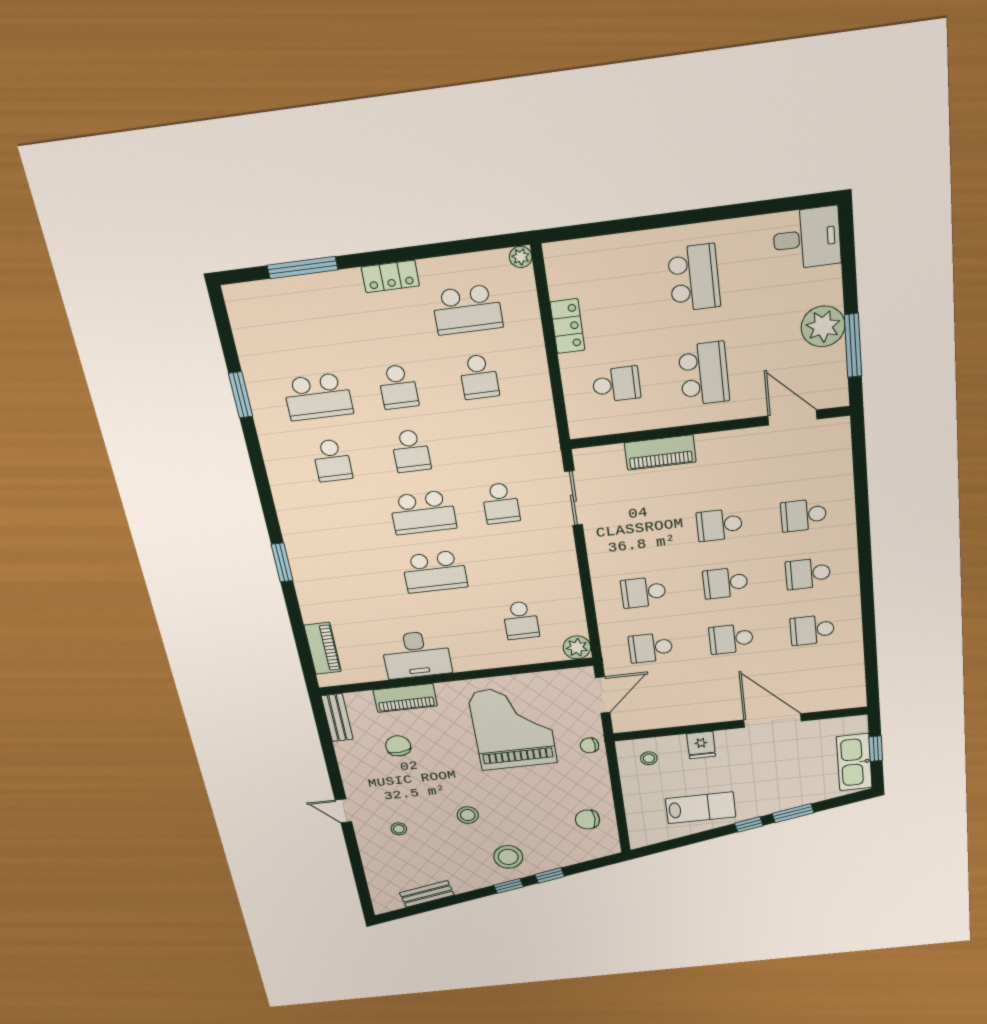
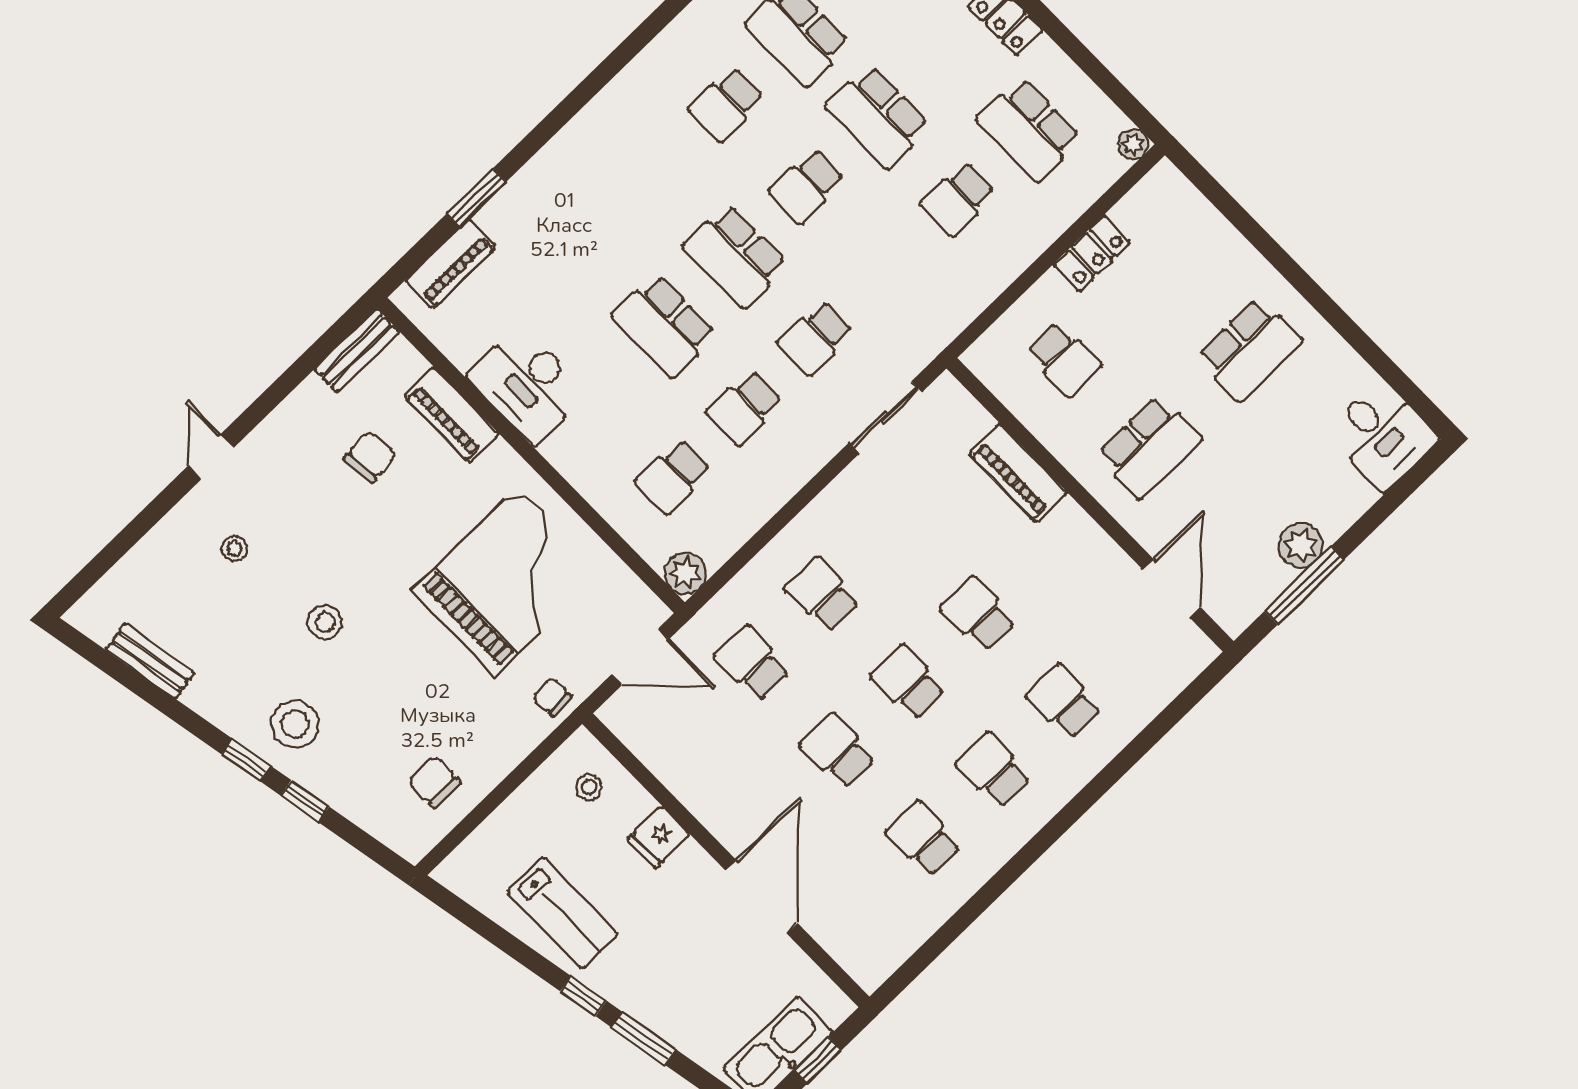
plant: (823, 326) -> (1301, 545), width x0.73, depth x0.73
school desk: (398, 387) -> (878, 117), width x1.85
window: (282, 562) -> (476, 198), moved
school desk: (511, 563) -> (744, 407), added

